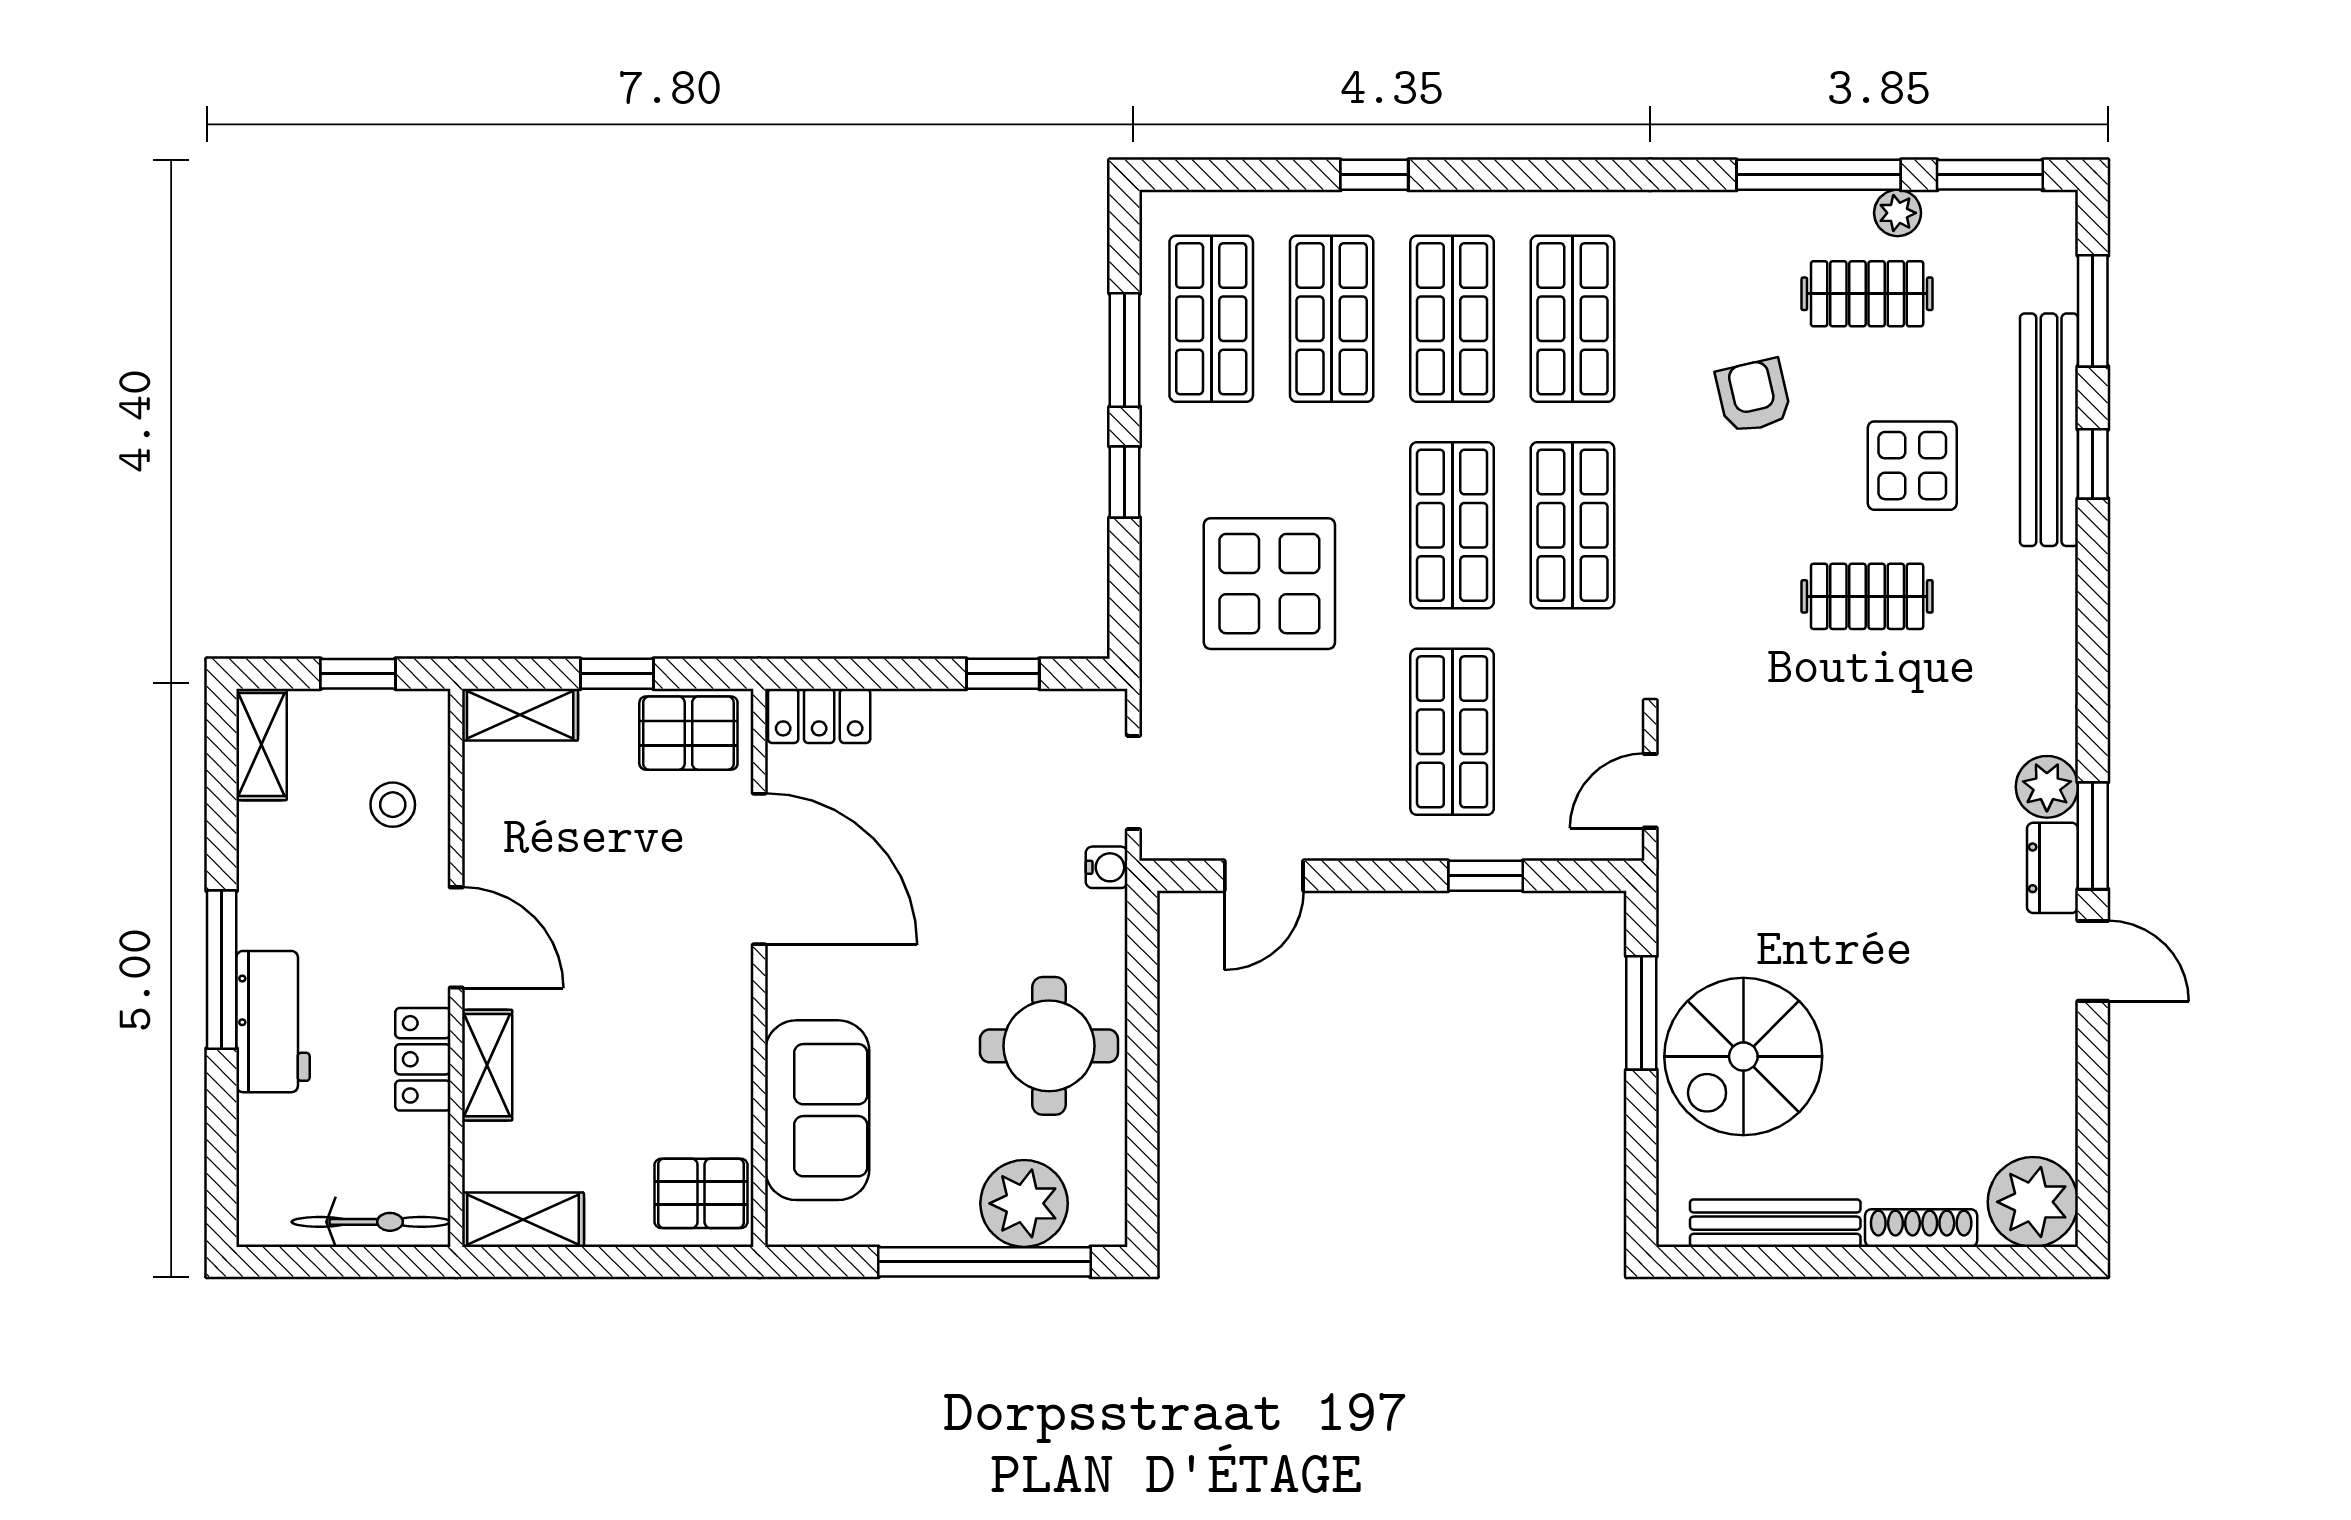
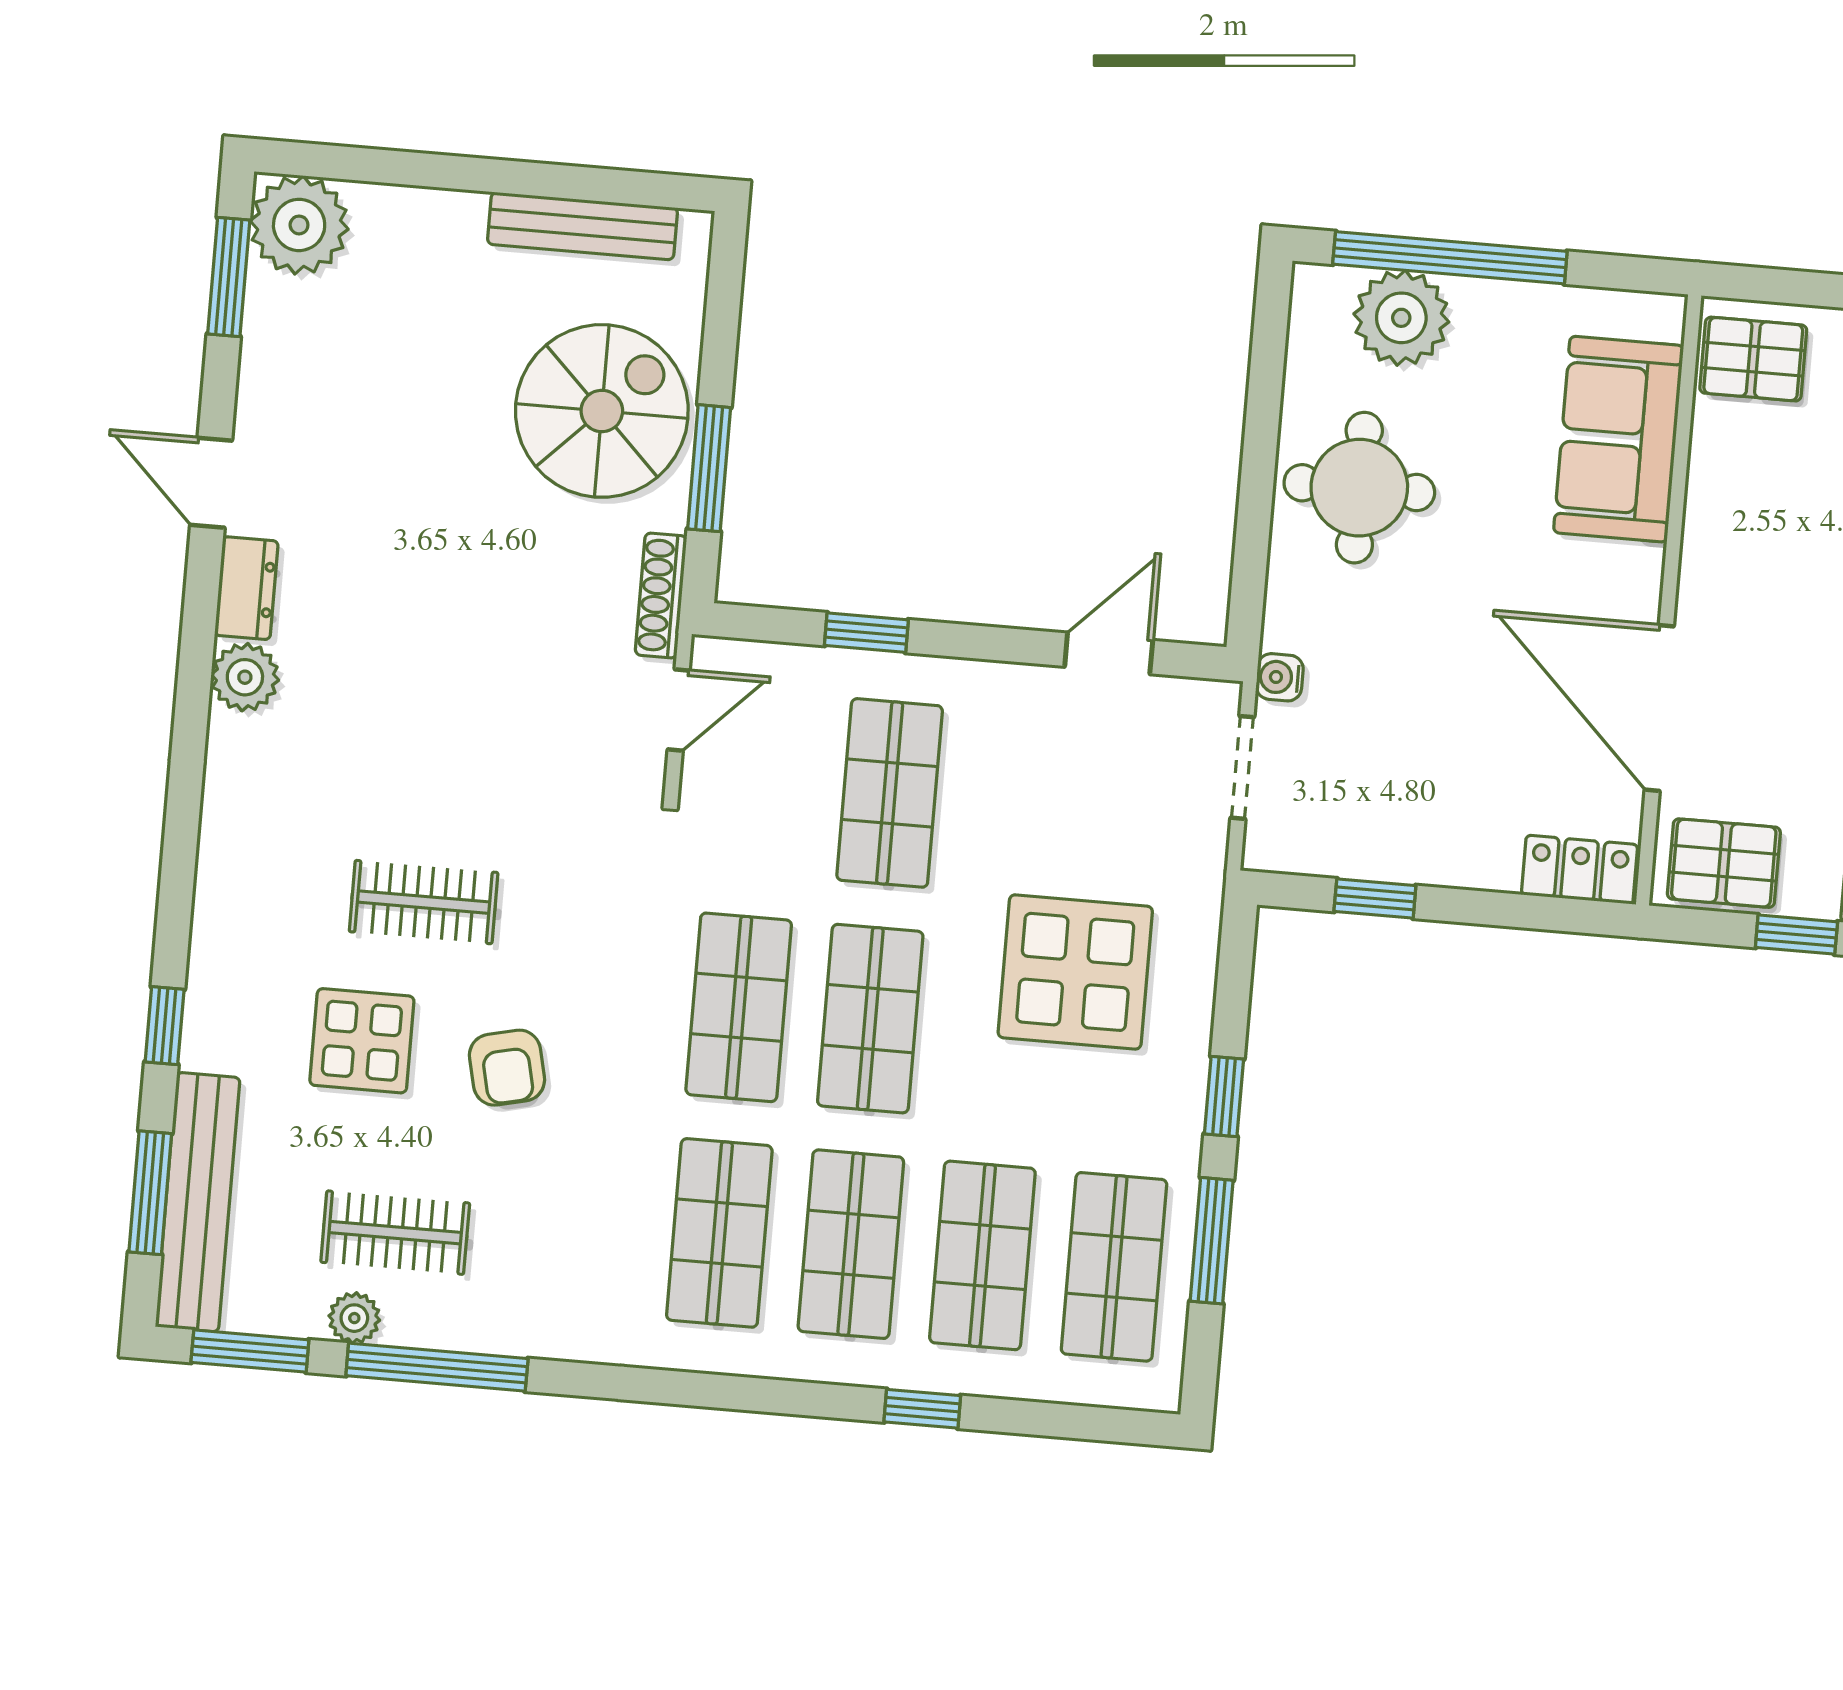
armchair: (1753, 396) -> (507, 1068), moved
bench: (2049, 430) -> (198, 1202), moved
window: (2093, 836) -> (229, 277), moved
shoe rack: (1921, 1228) -> (661, 596), moved, turned 90

